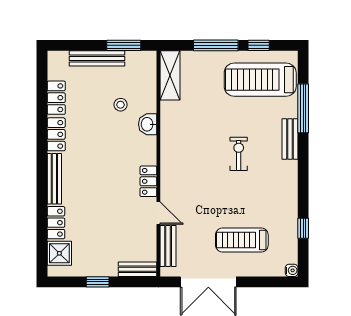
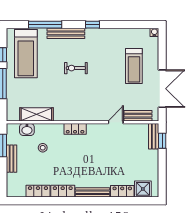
bench: (97, 58) -> (12, 159), width x0.73
shelving: (170, 75) -> (36, 114), moved
washbasin: (148, 124) -> (27, 129), moved
bench: (290, 139) -> (66, 33), width x1.36
locker: (148, 181) -> (75, 129), moved
window: (303, 228) -> (93, 25), moved
window: (98, 282) -> (162, 141), moved

